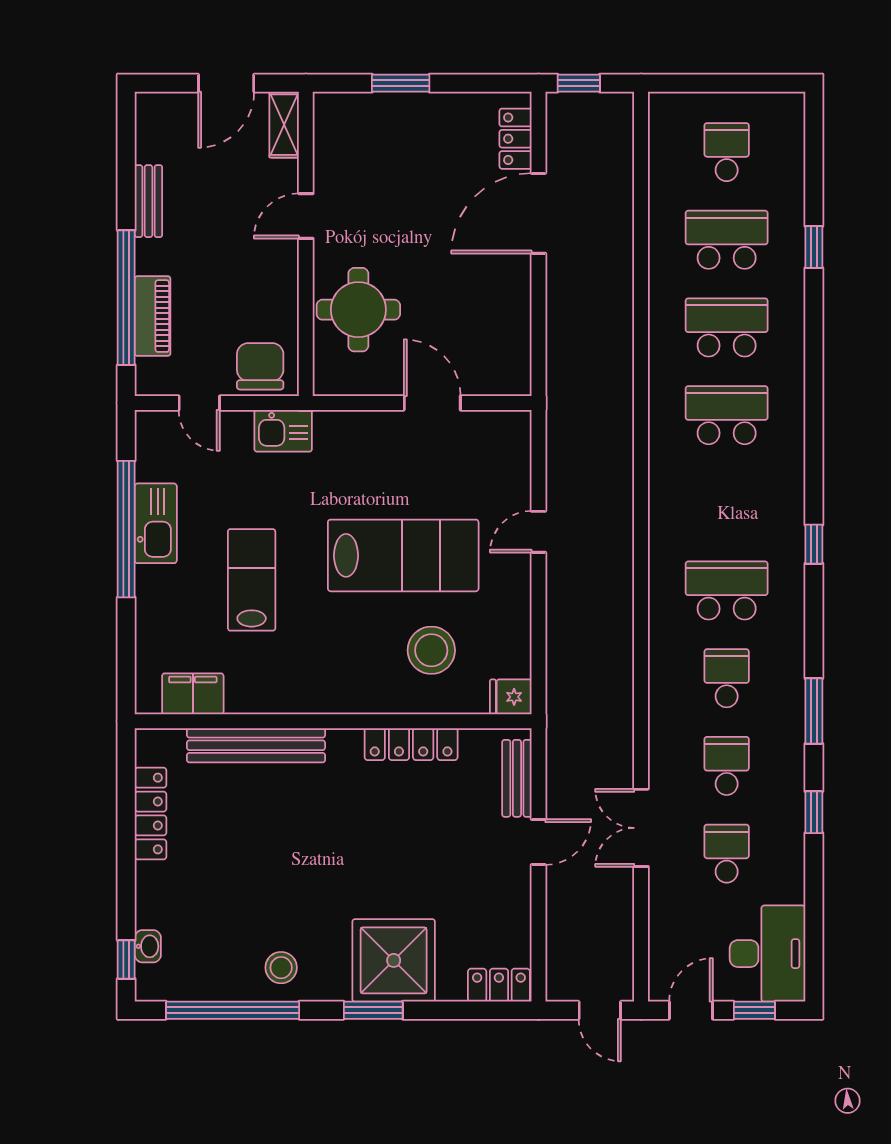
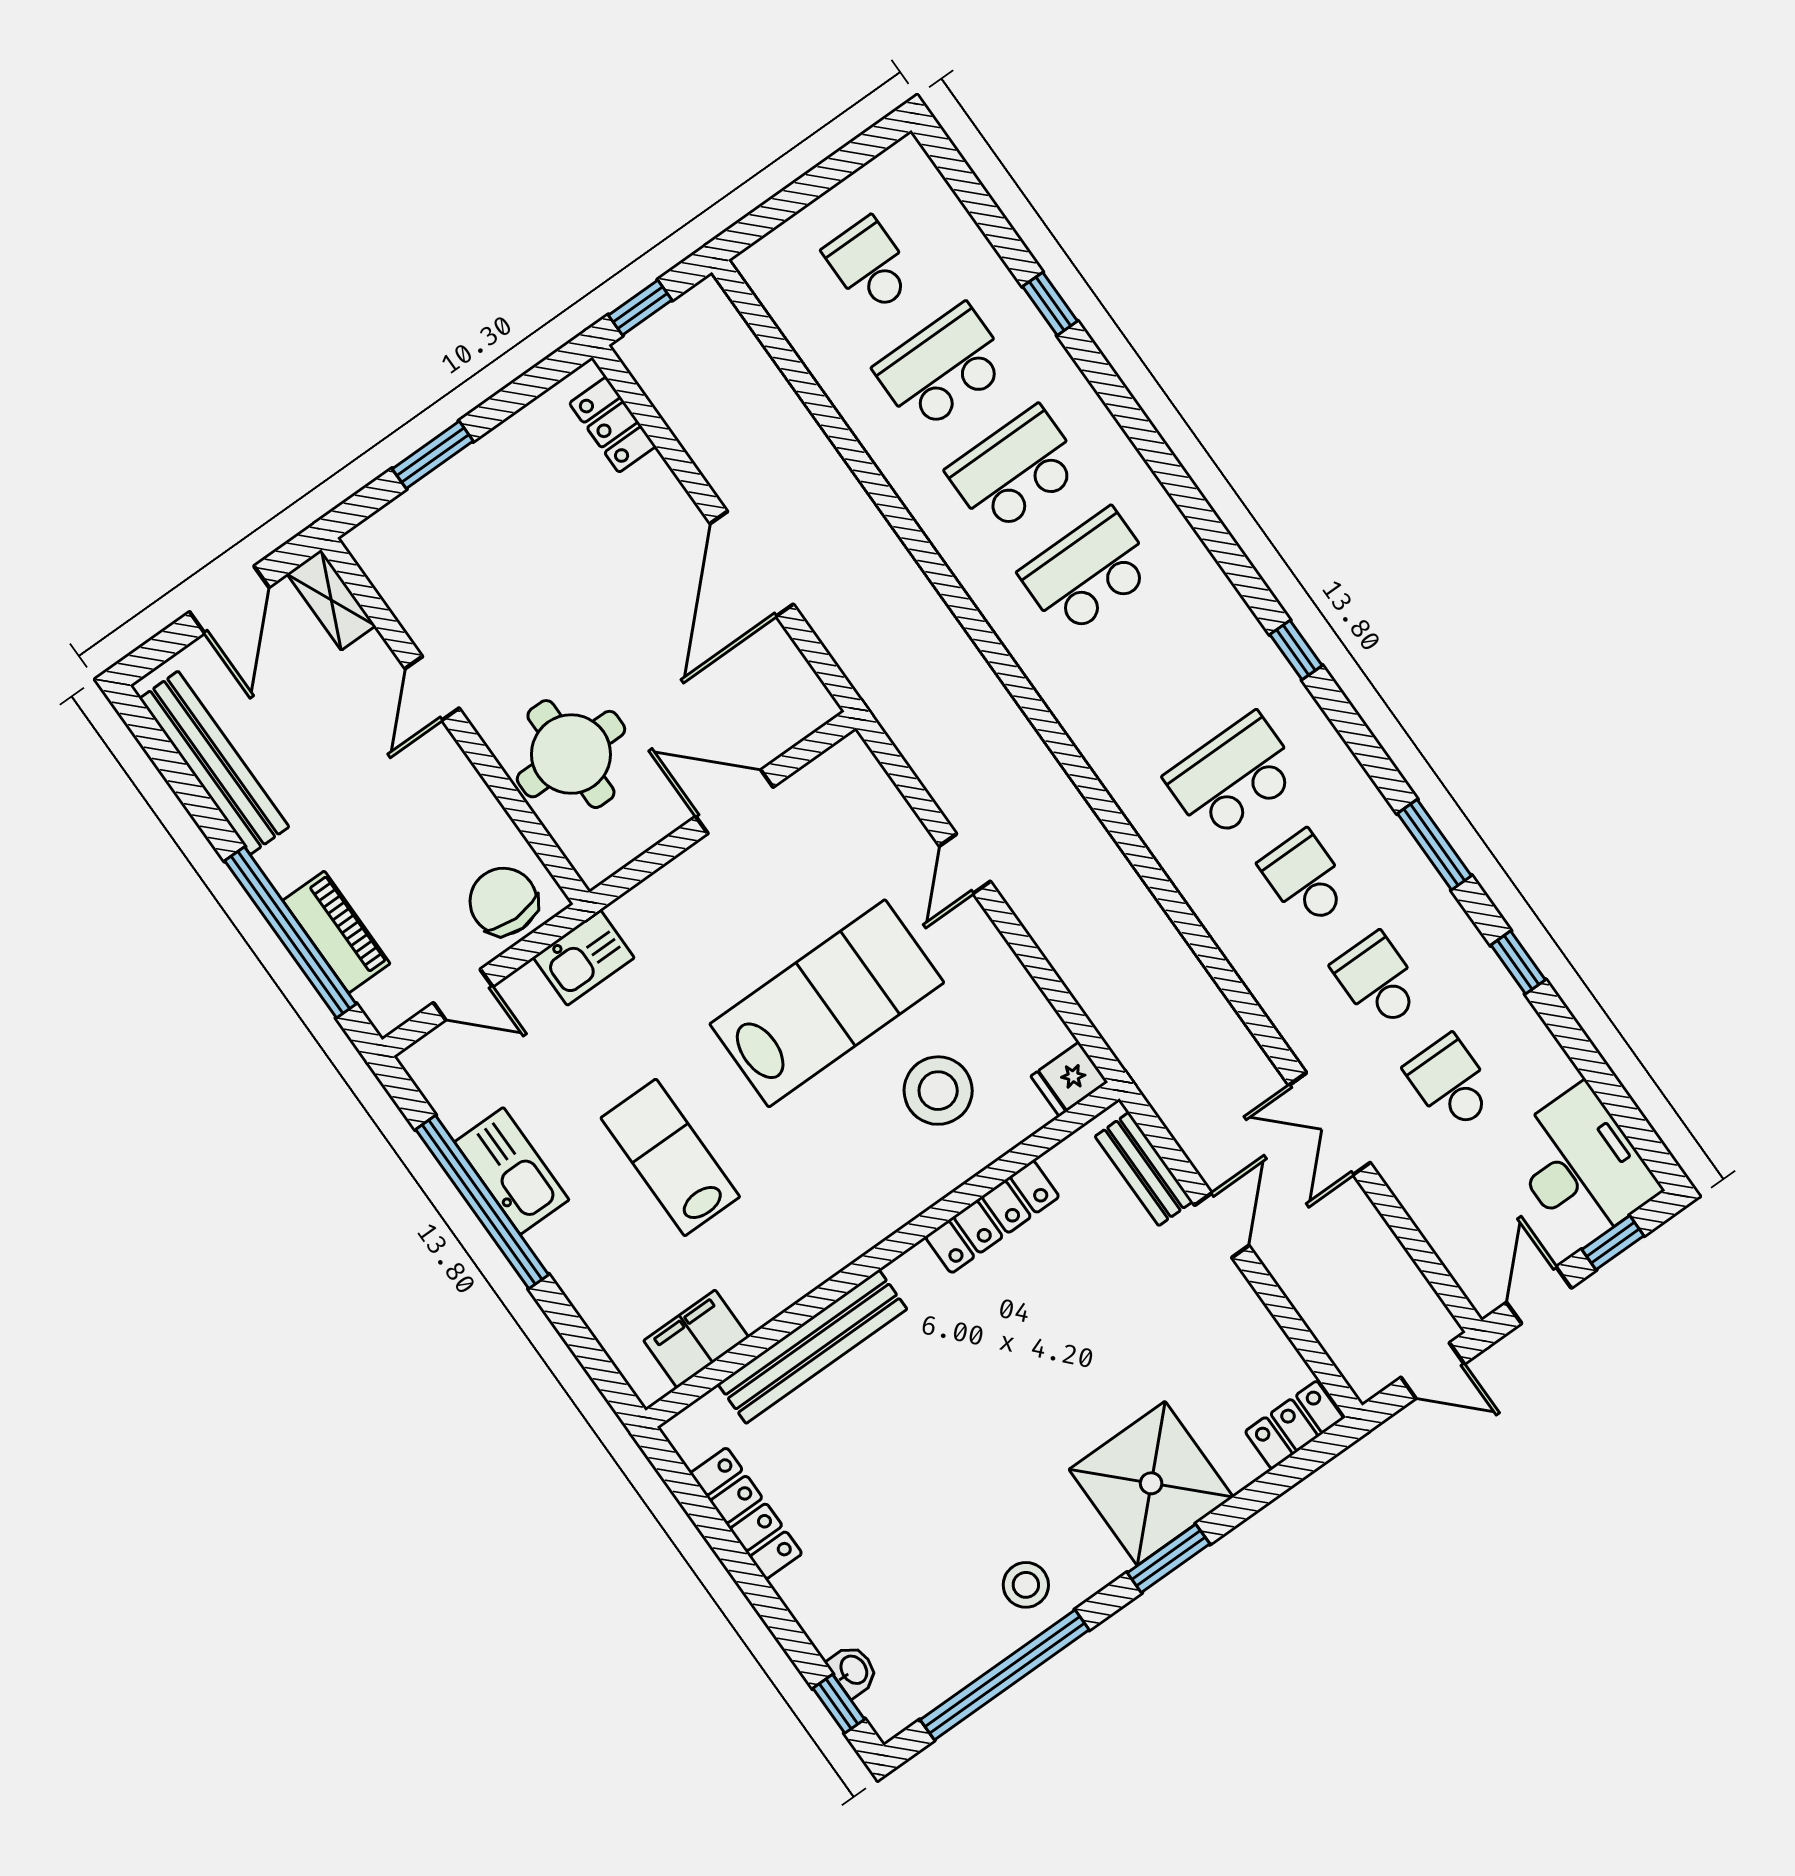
bench: (148, 201) -> (214, 763), width x1.86, depth x1.21
door: (538, 213) -> (752, 564), moved

